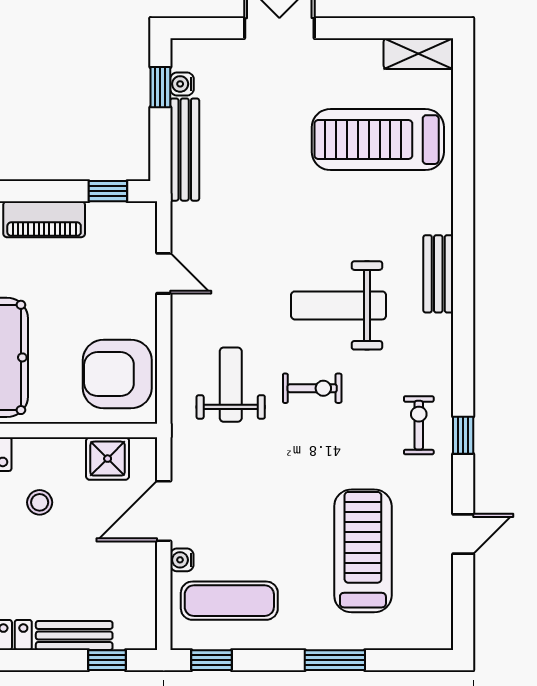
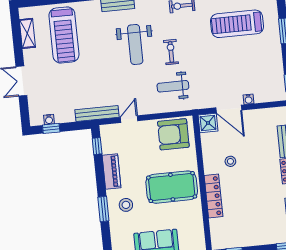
shelving: (418, 54) -> (27, 33), moved
bench: (185, 150) -> (97, 113), moved
armchair: (117, 374) -> (173, 134), turned 90
shower: (108, 459) -> (208, 123), moved
exercise mat: (229, 601) -> (264, 78), removed

